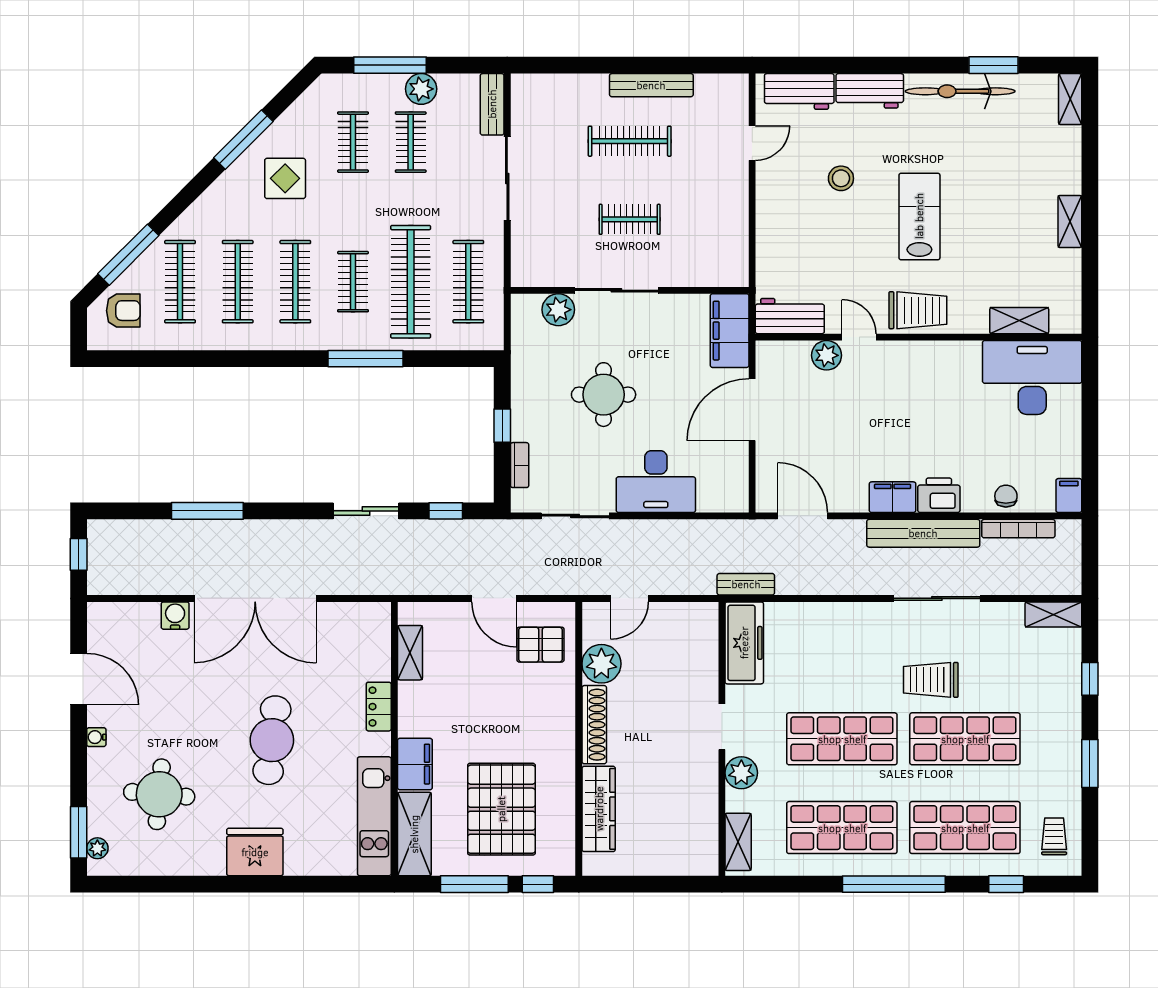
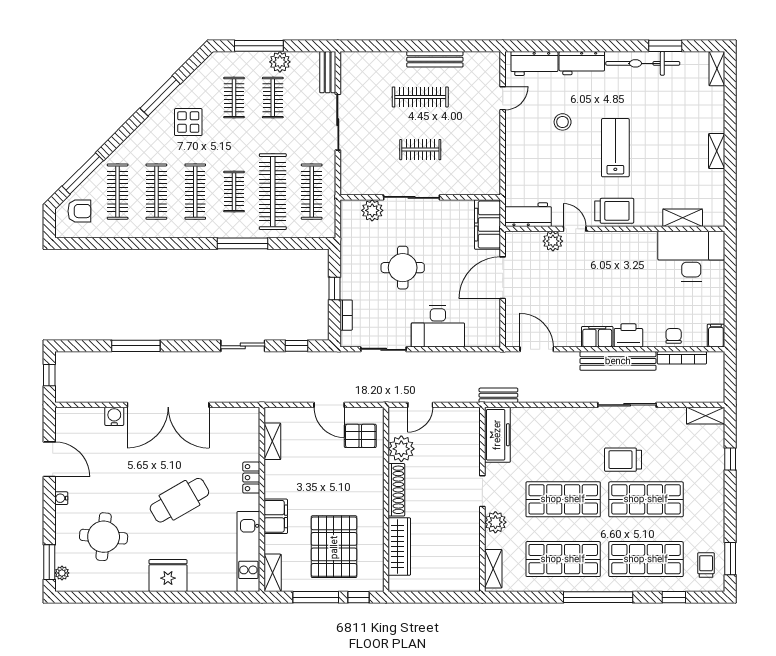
cafe table: (272, 740) -> (179, 500), turned 53
window: (1090, 763) -> (730, 559), moved
shelving: (414, 834) -> (273, 573), width x0.67, depth x0.75

